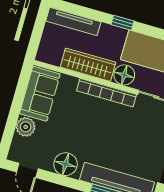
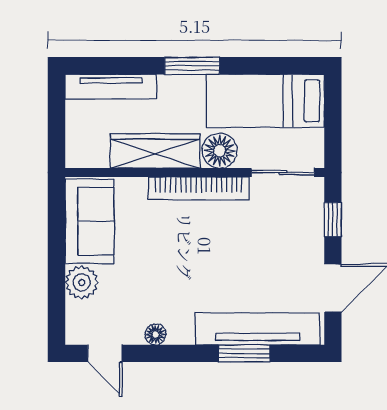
window: (122, 23) -> (192, 66), width x1.50
floor lamp: (66, 164) -> (156, 334), width x0.53, depth x0.53

